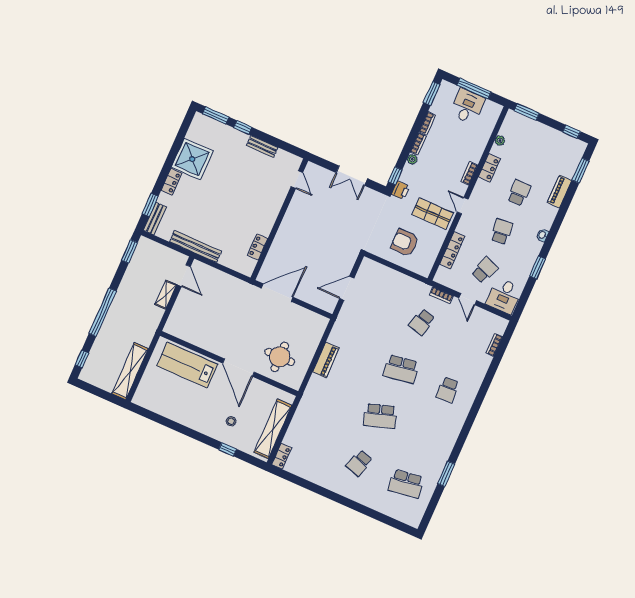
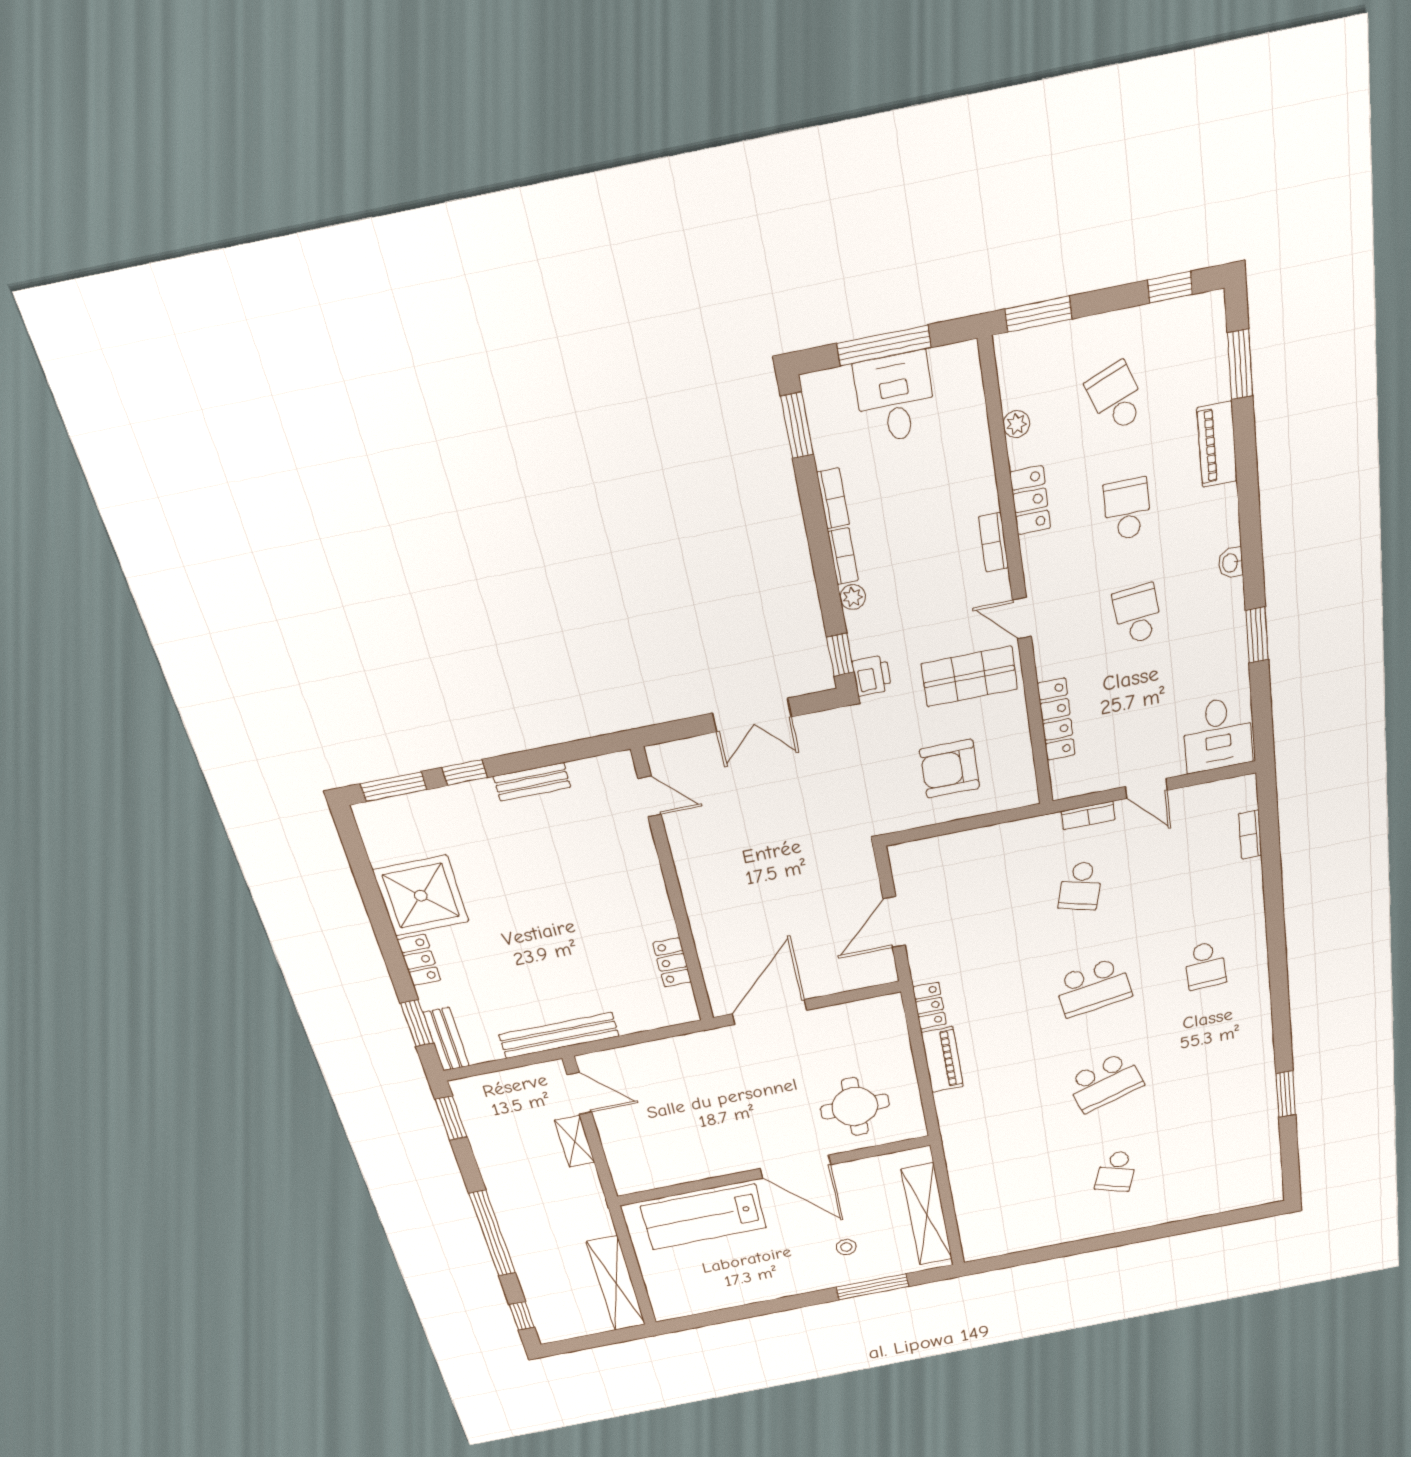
school desk: (485, 270) -> (1116, 397), moved, turned -42
window: (228, 449) -> (872, 1287), width x2.17
locker: (282, 456) -> (929, 1006), moved
school desk: (406, 484) -> (1221, 1151), removed

